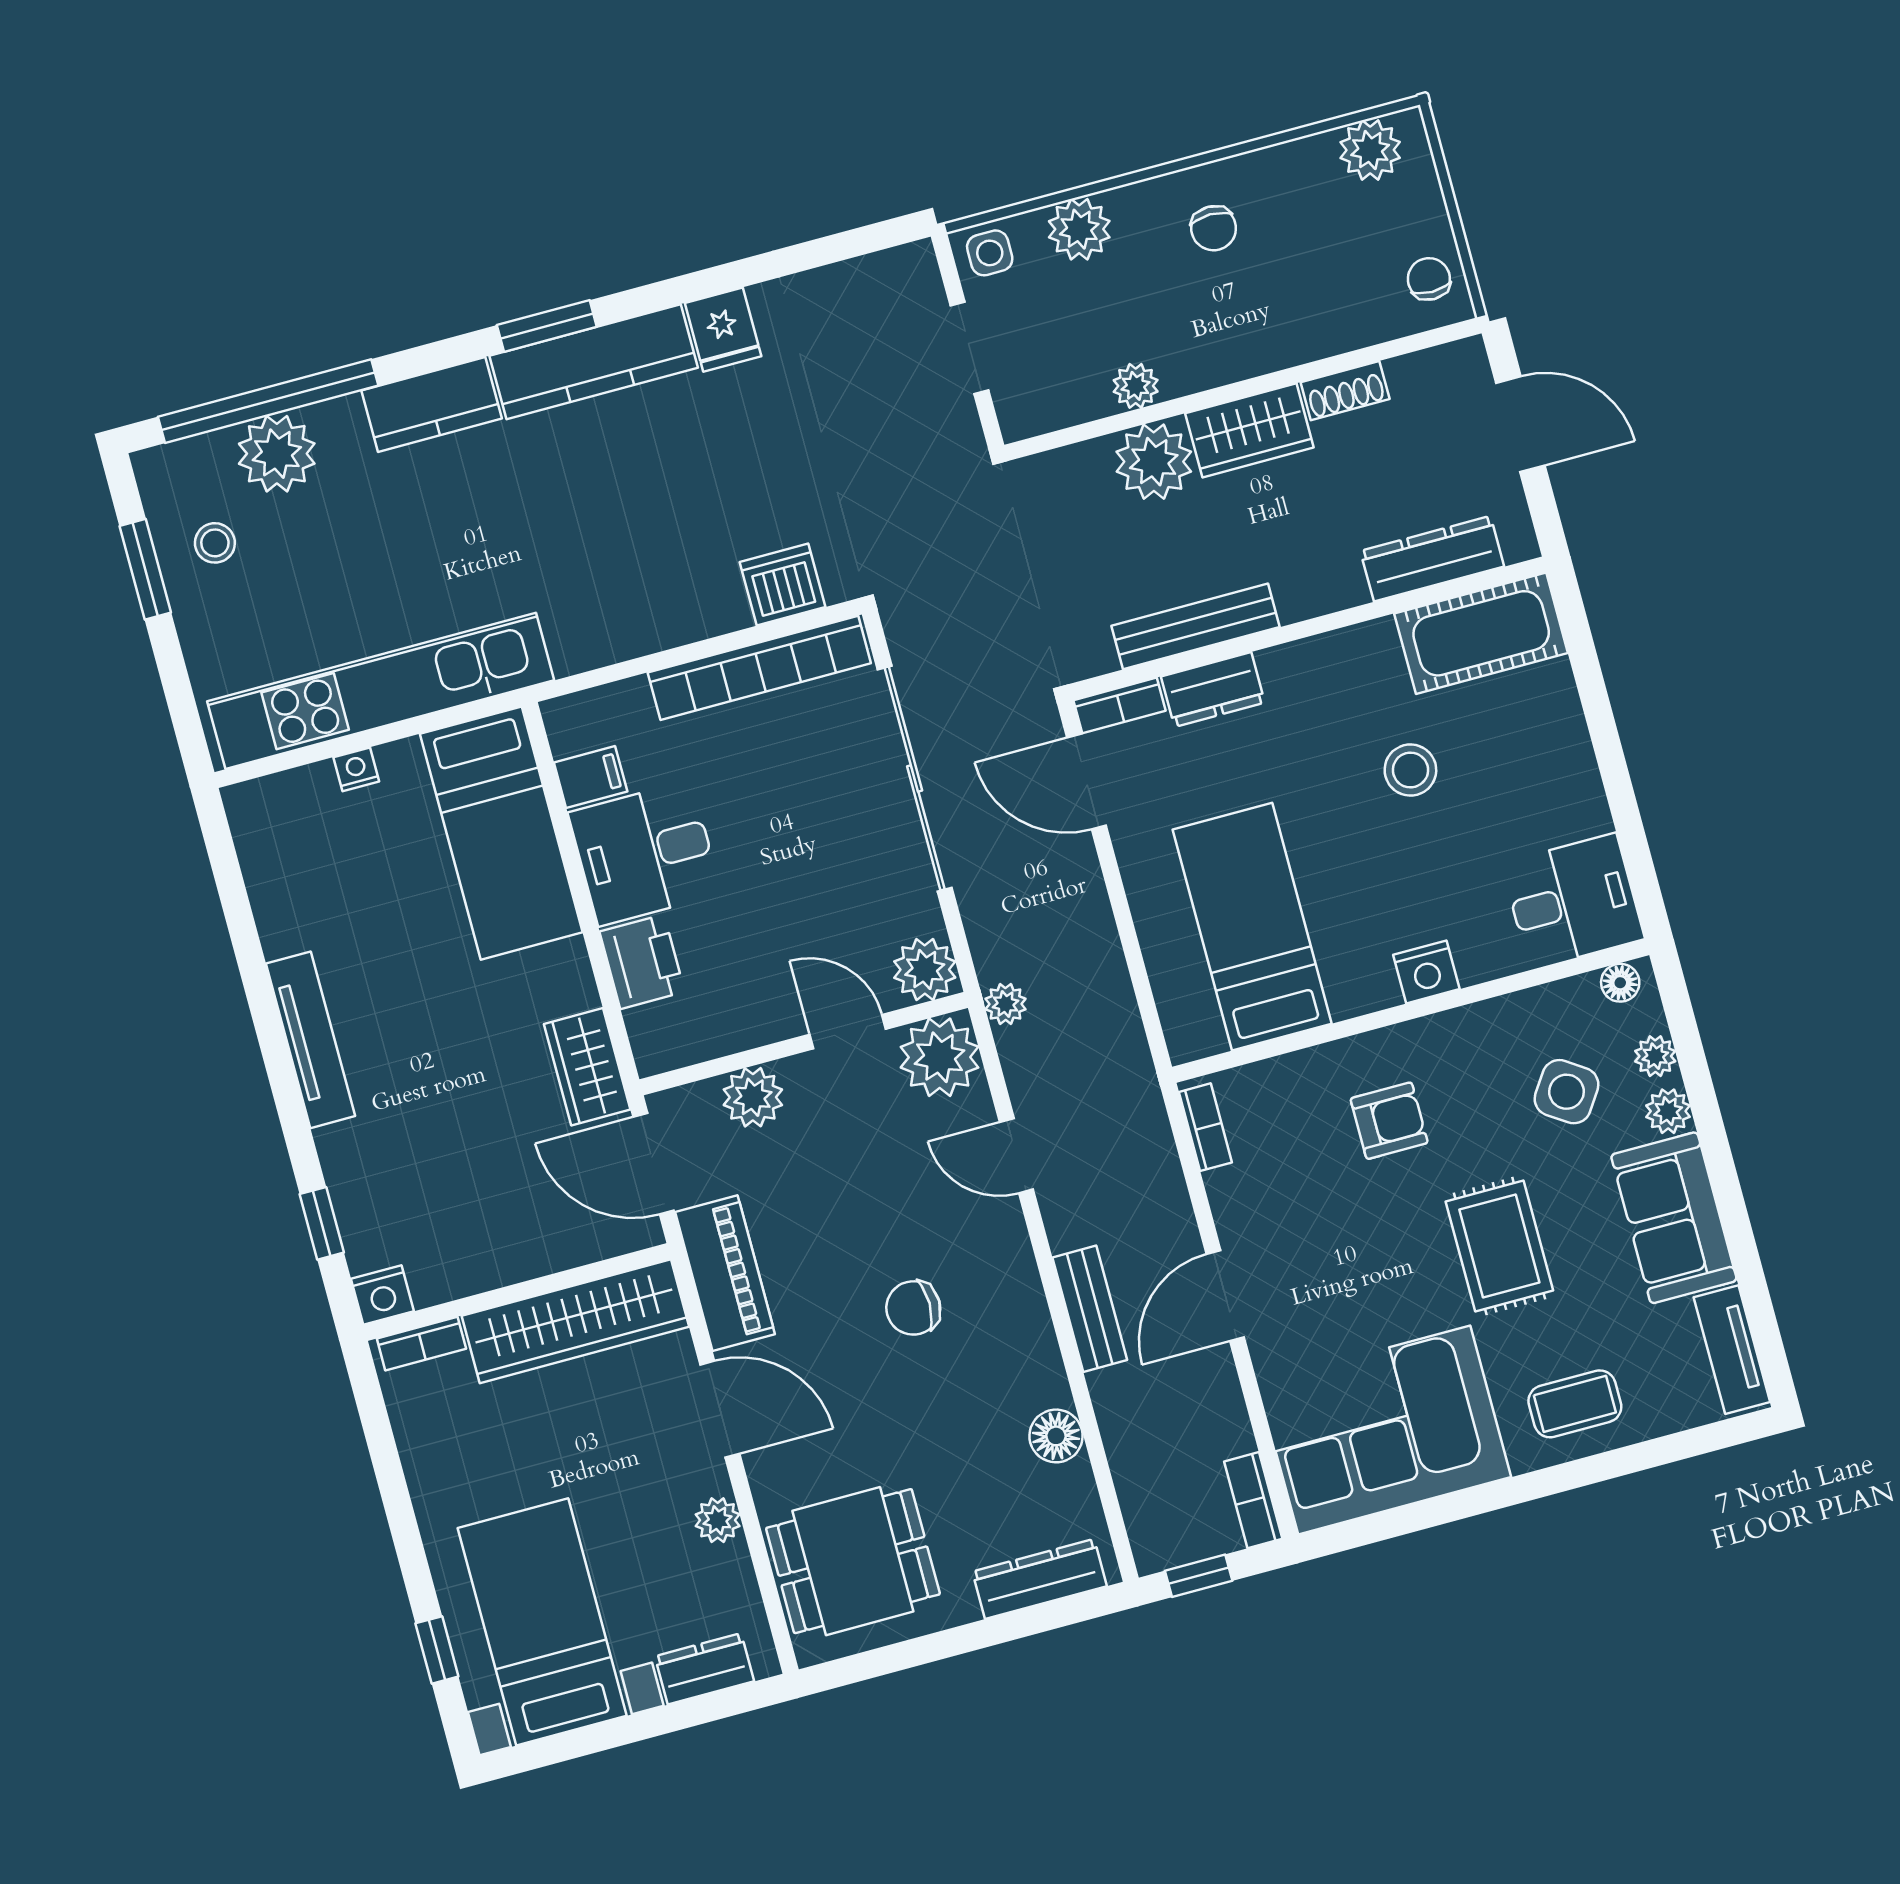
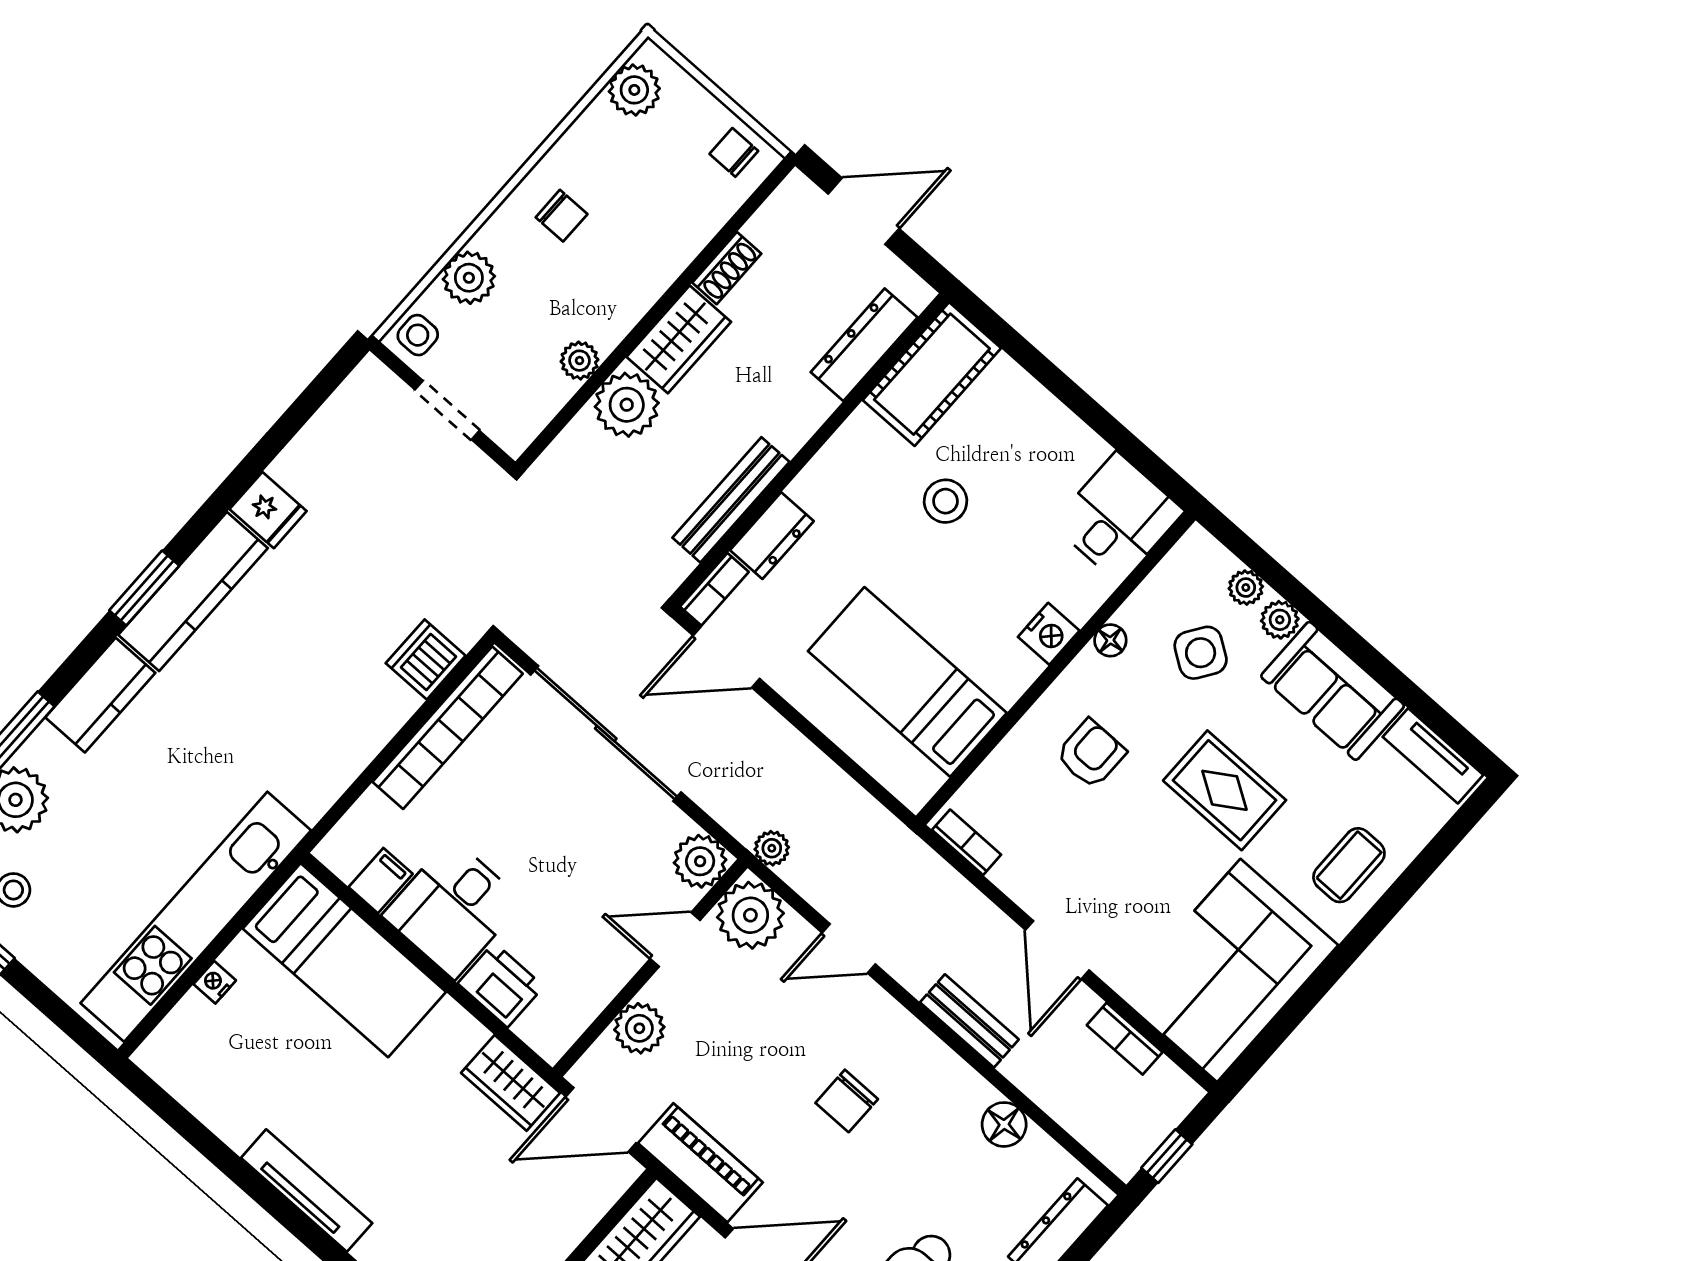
floor lamp: (1620, 983) -> (1110, 640), moved
bookcase: (1253, 1500) -> (1125, 1039), moved

